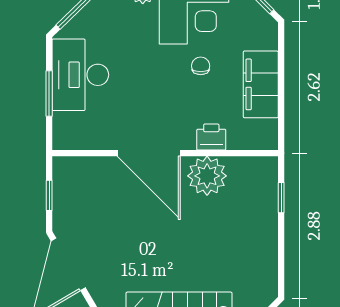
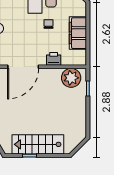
door: (149, 153) -> (23, 67), hinge flipped
plant: (207, 176) -> (71, 78), moved

